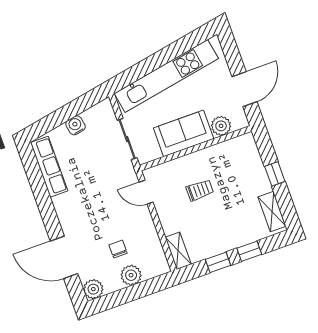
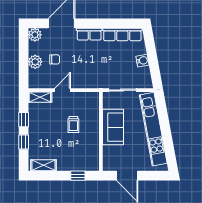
plant: (221, 126) -> (109, 152), removed
window: (275, 174) -> (78, 176), moved
door: (146, 192) -> (63, 90), moved
row of seats: (65, 213) -> (89, 34), added

